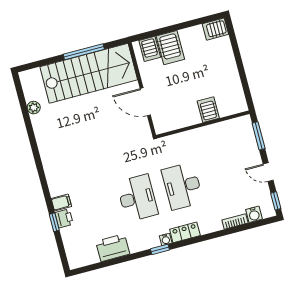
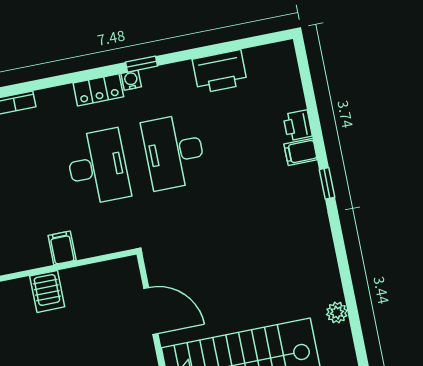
filing cabinet: (201, 136) -> (62, 248), added
window: (54, 222) -> (327, 183), moved

